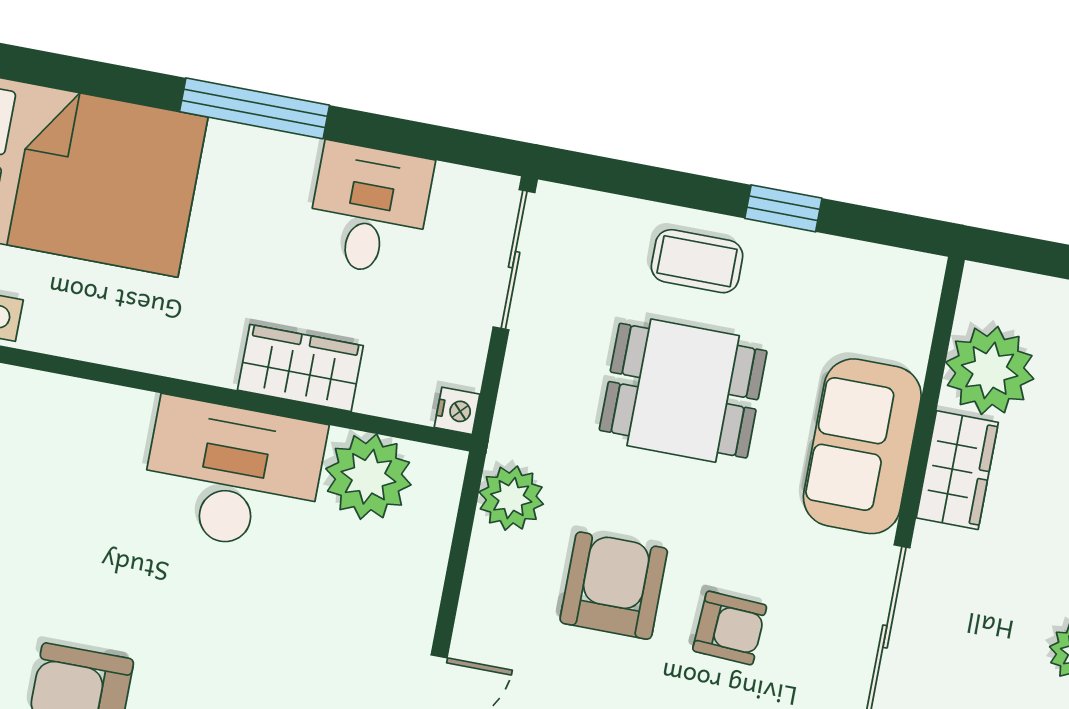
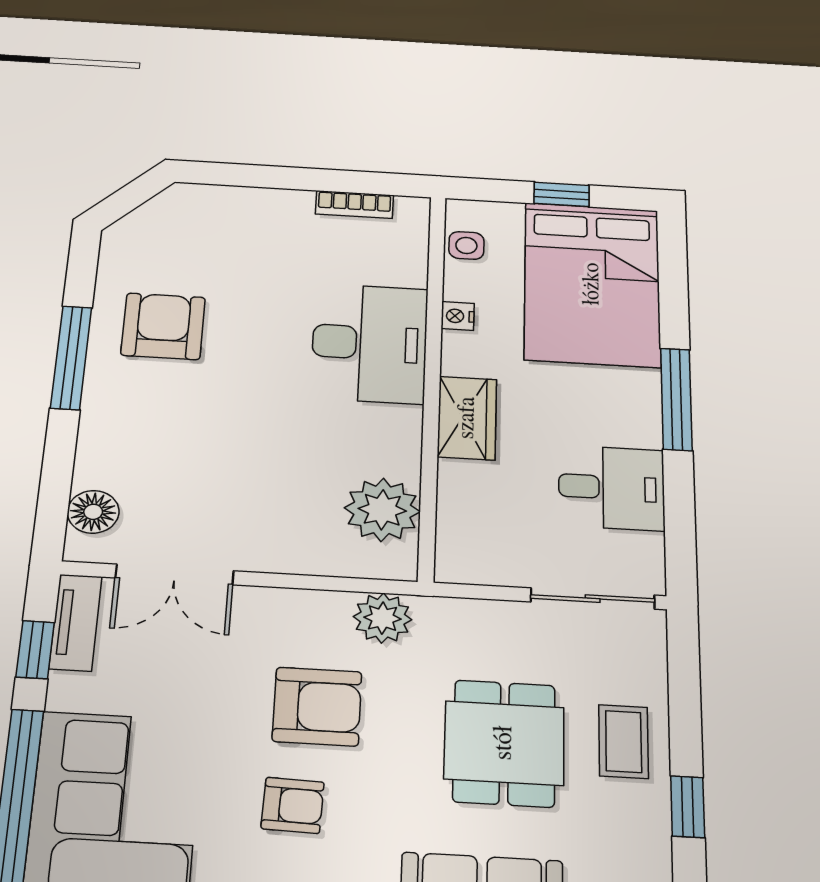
wardrobe: (300, 368) -> (467, 418), moved
nightstand: (457, 411) -> (458, 316), moved, turned 90
desk: (233, 475) -> (370, 343), moved
armchair: (730, 628) -> (293, 805), turned -91

